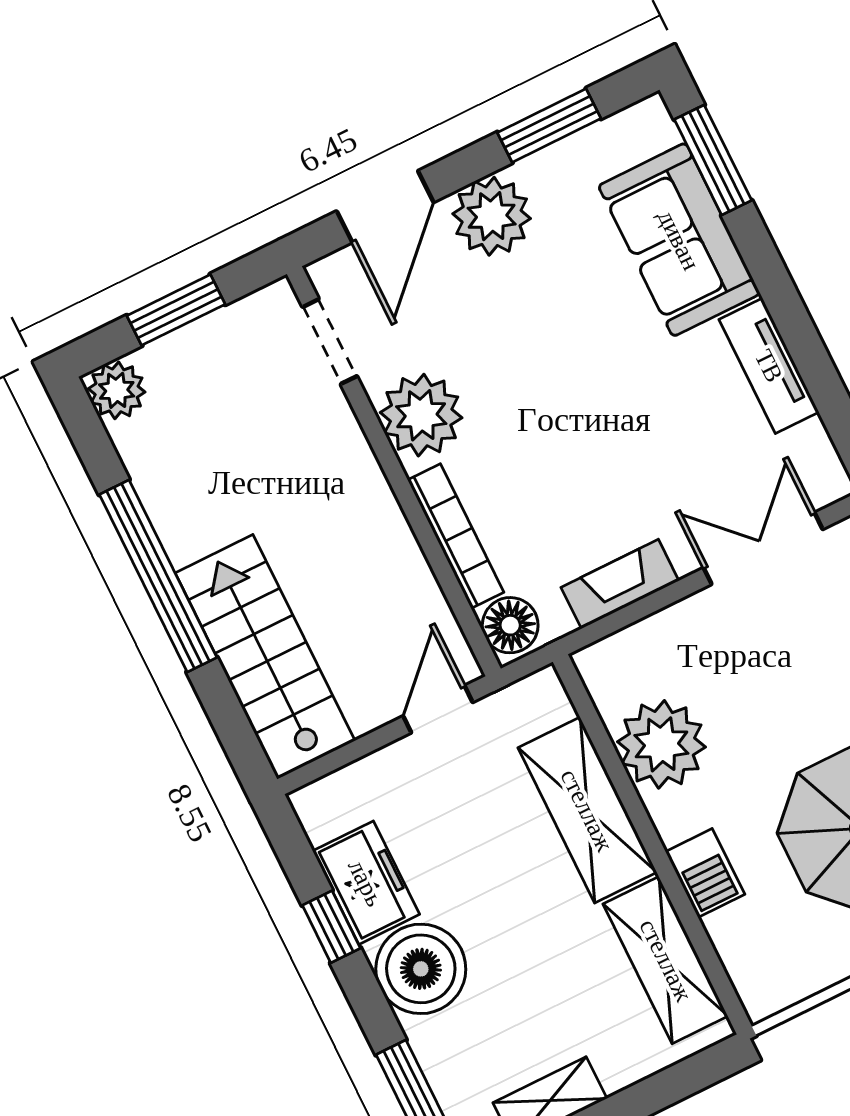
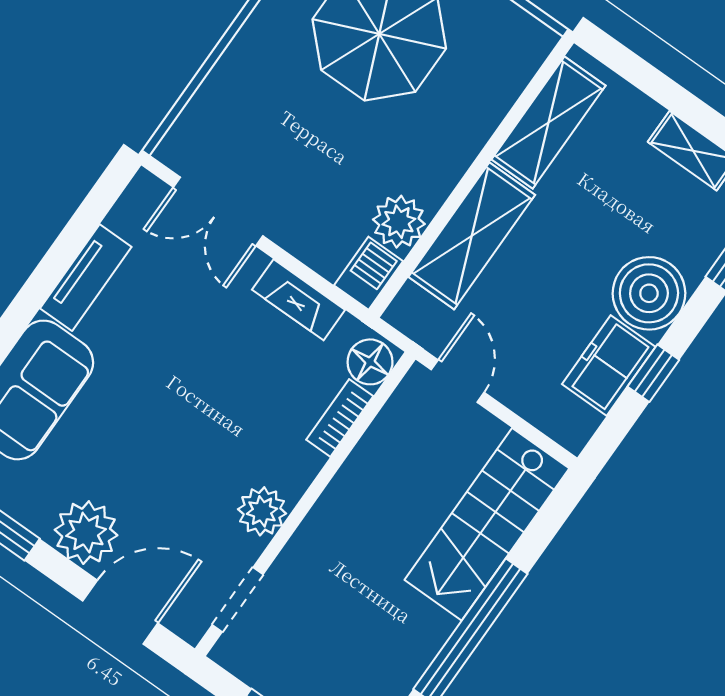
plant: (421, 415) -> (262, 511), width x0.73, depth x0.73
bookcase: (456, 536) -> (340, 418), width x0.64
door: (438, 709) -> (458, 381), swing flipped
plant: (661, 744) -> (399, 222), width x0.73, depth x0.73
barbecue: (705, 873) -> (368, 273), moved

